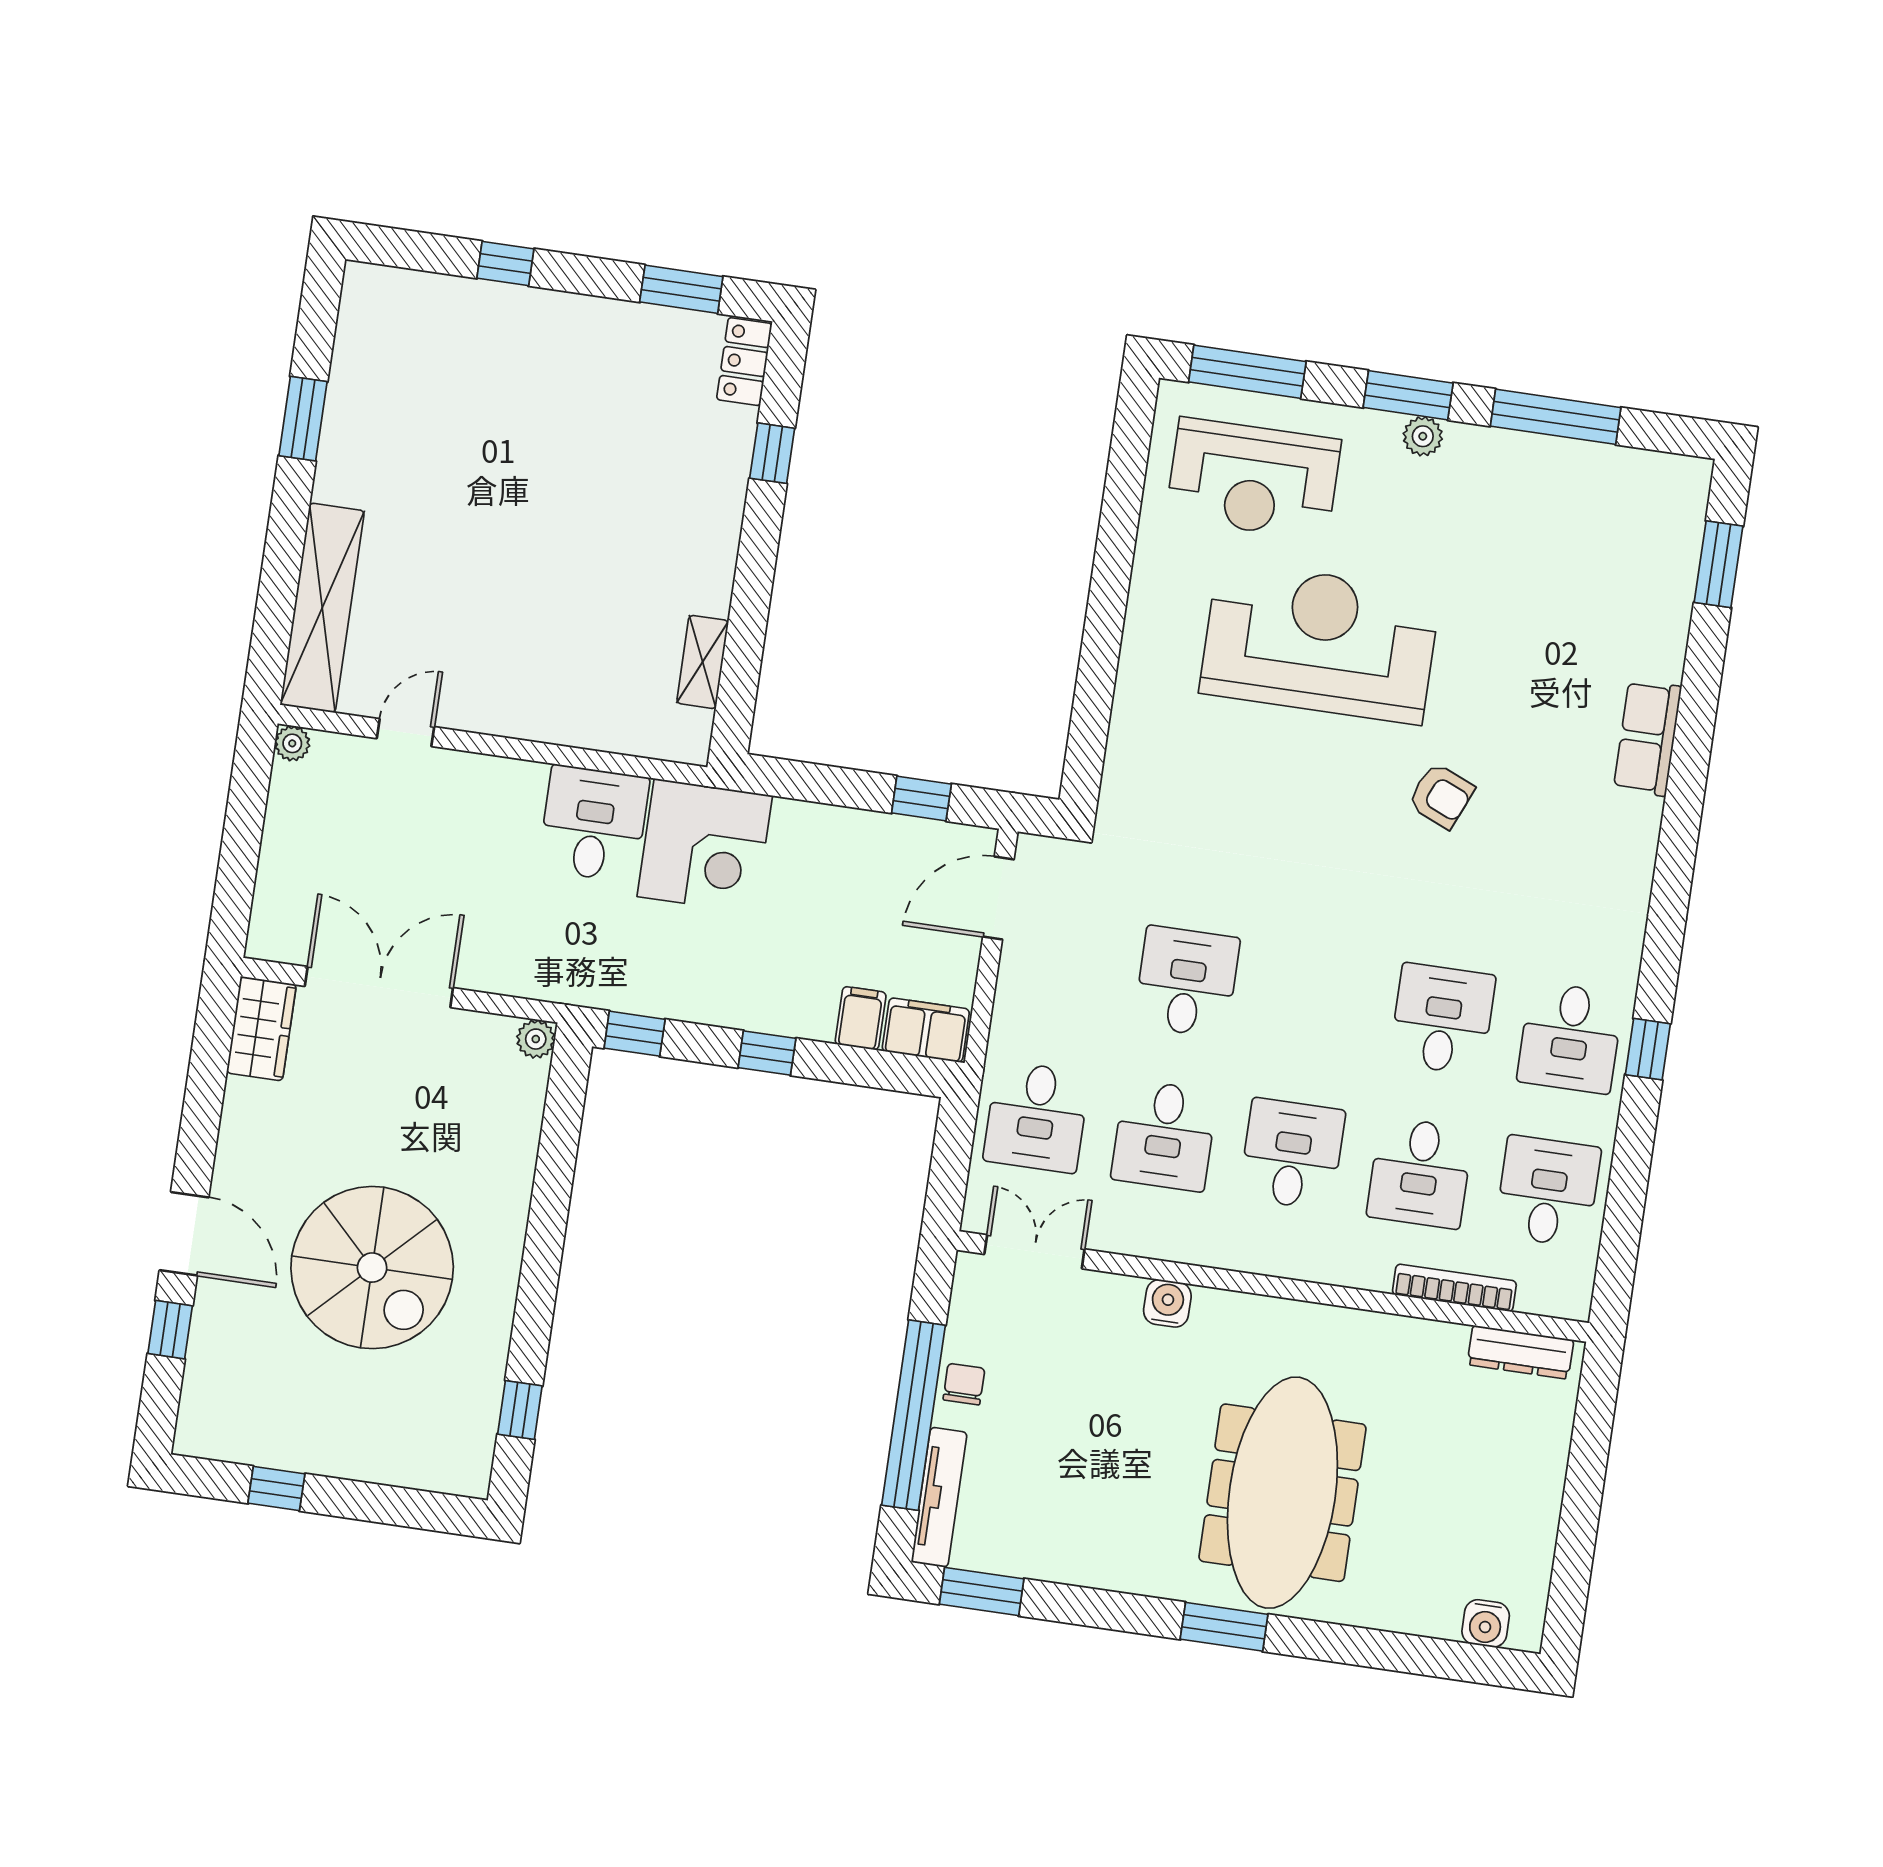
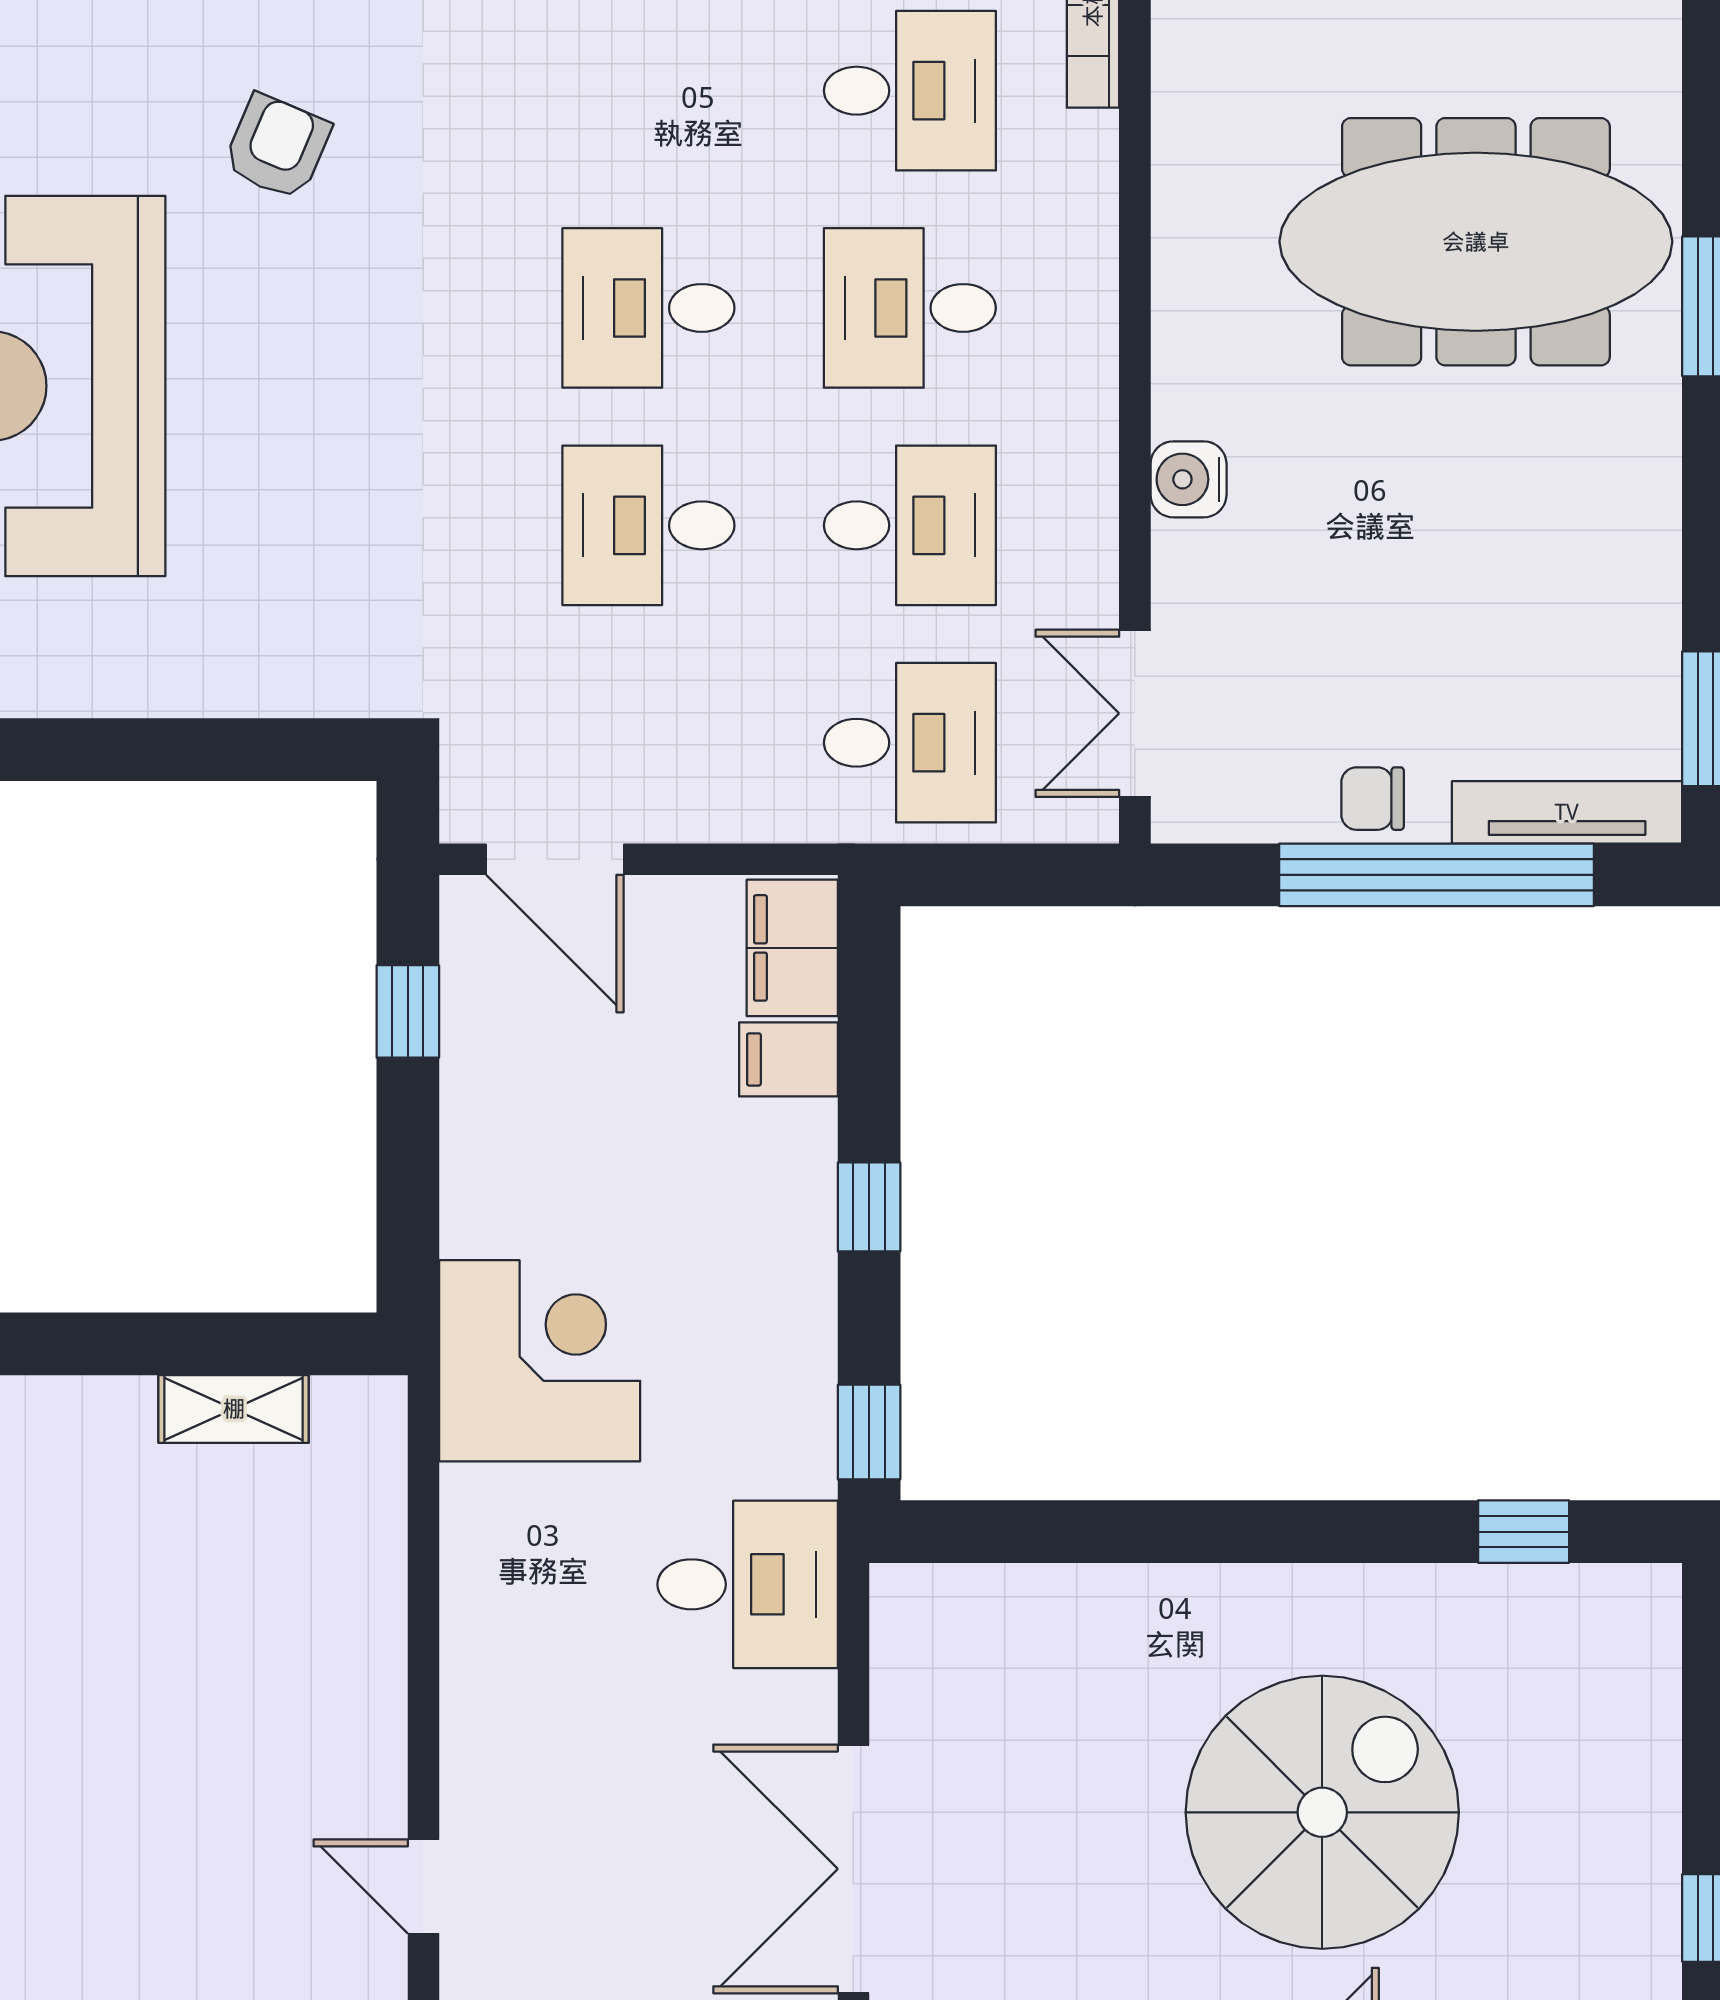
desk: (594, 824) -> (748, 1584), moved, turned 180
desk: (1442, 1019) -> (648, 308), moved
plant: (536, 1039) -> (902, 1595), removed

